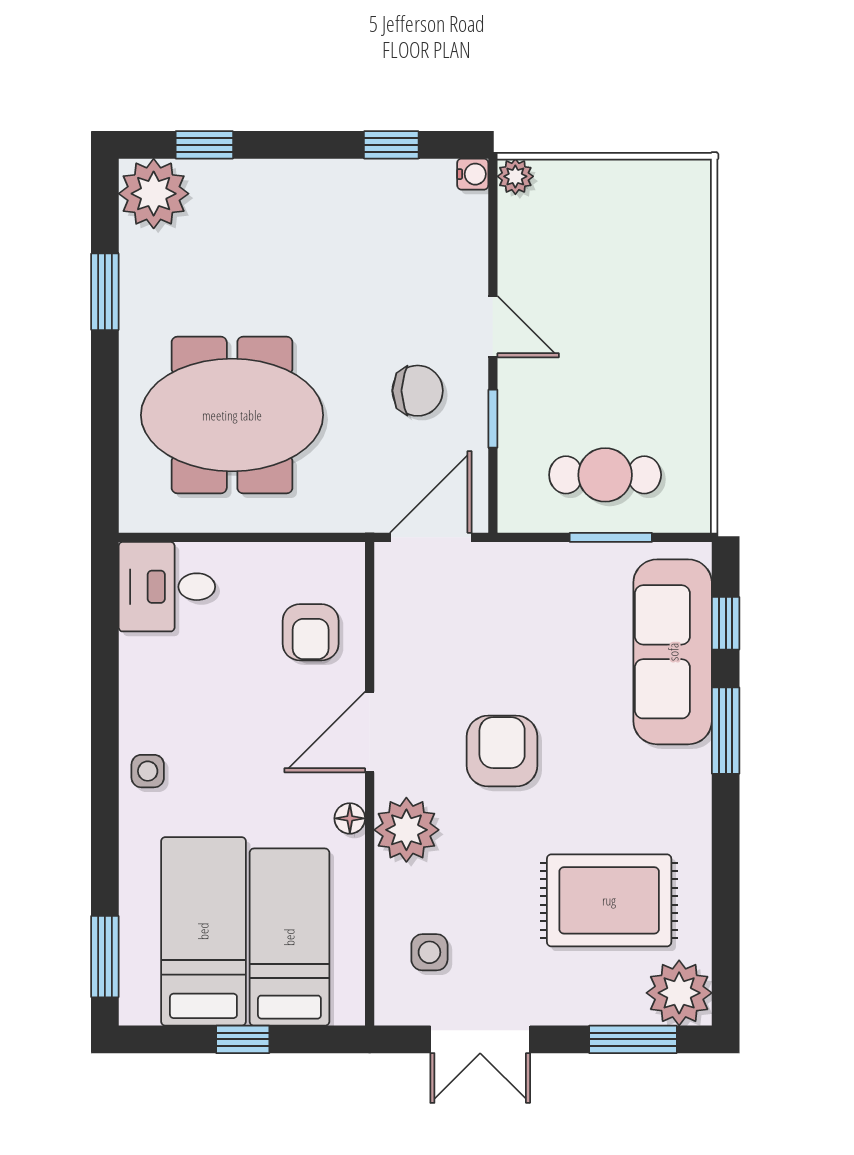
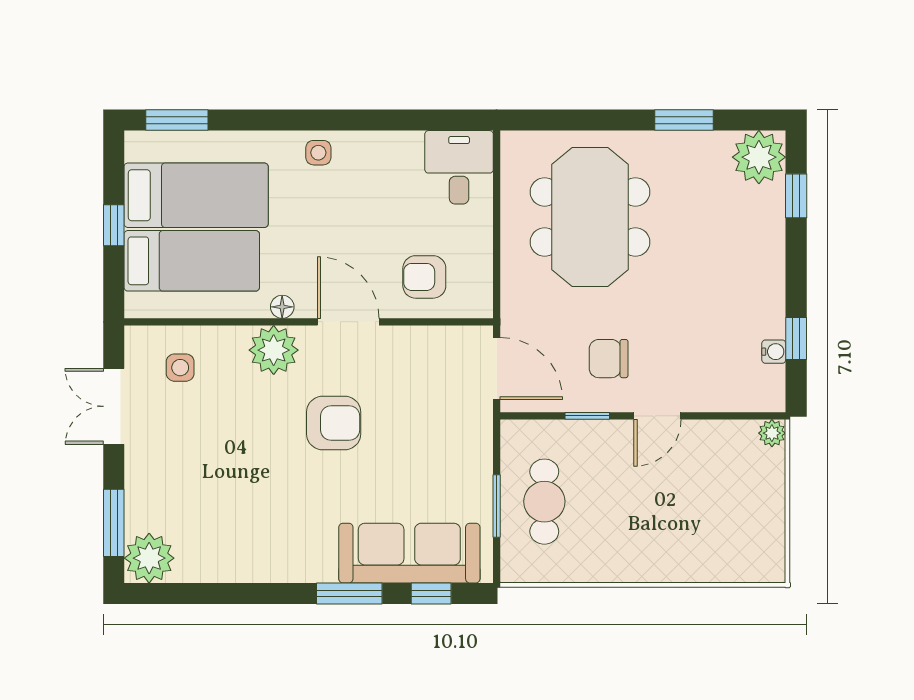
water cooler: (473, 174) -> (774, 352), moved, turned -90
chair: (418, 391) -> (609, 359), turned 90
rug: (609, 900) -> (220, 505), removed

